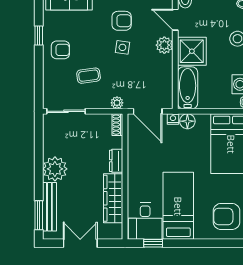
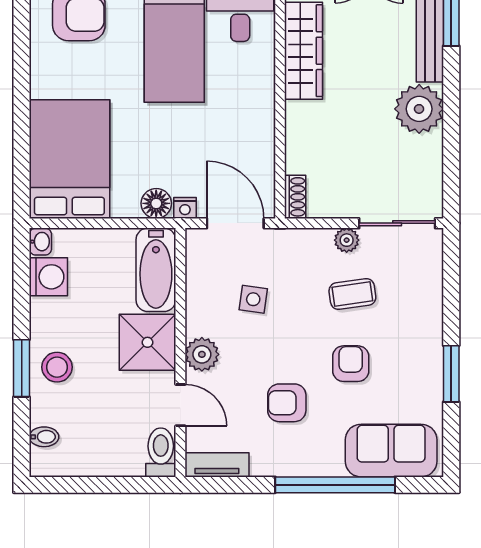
window: (39, 35) -> (451, 374), width x1.50
side table: (122, 47) -> (253, 299), moved
armchair: (60, 50) -> (351, 364), moved, turned 90
plant: (117, 103) -> (347, 240), moved
dresser: (116, 161) -> (298, 125), removed

